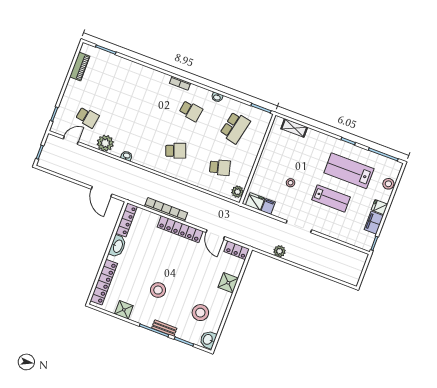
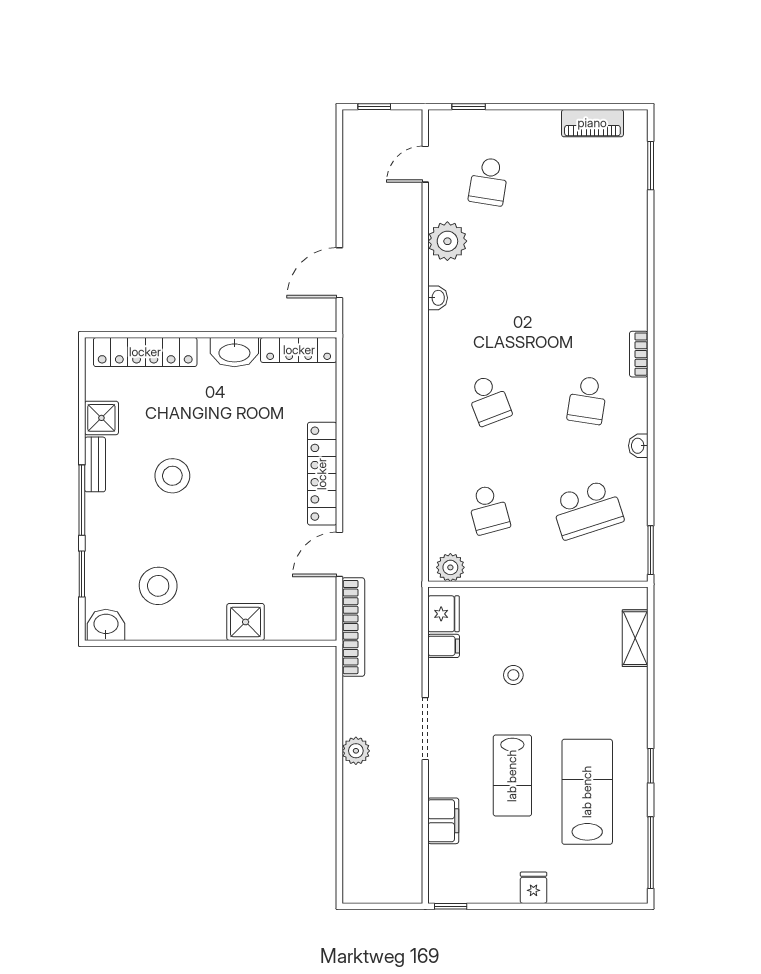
school desk: (235, 128) -> (587, 509), turned -30
door: (71, 140) -> (425, 164), swing flipped
stool: (388, 184) -> (591, 888), removed
bookcase: (166, 210) -> (353, 627), moved
filing cabinet: (374, 223) -> (443, 821), moved, turned 90
locker: (237, 250) -> (323, 614), removed
plant: (280, 251) -> (356, 751), moved
bench: (164, 328) -> (95, 464), moved

